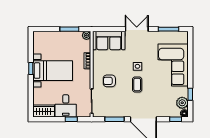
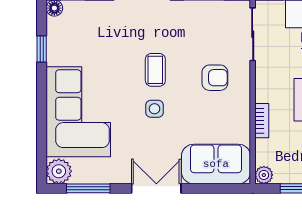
double door: (137, 29) -> (156, 188), swing flipped
plant: (182, 103) -> (59, 171), moved

